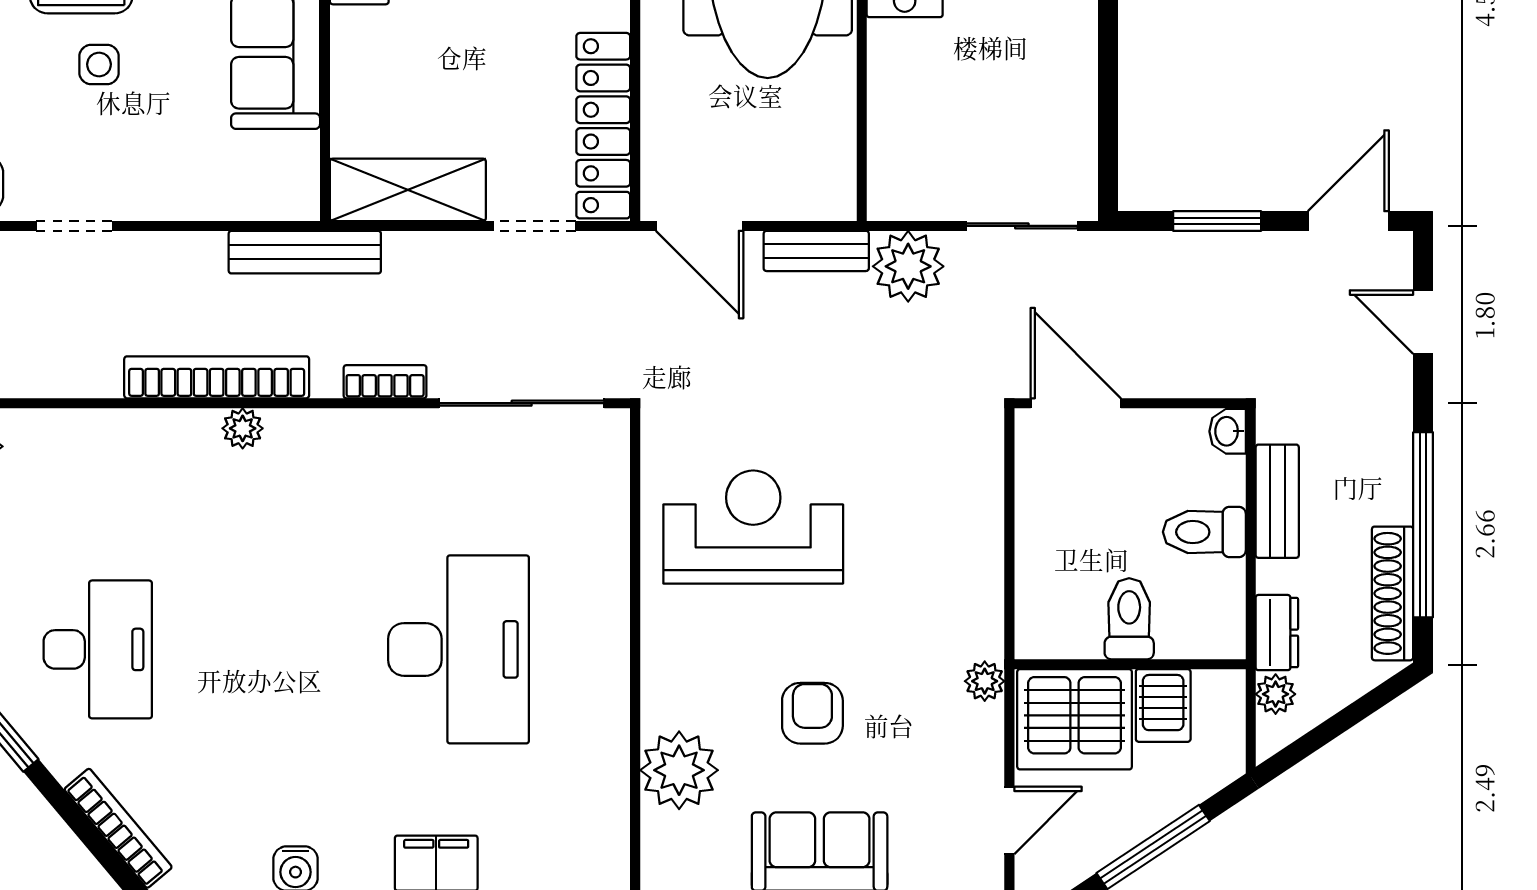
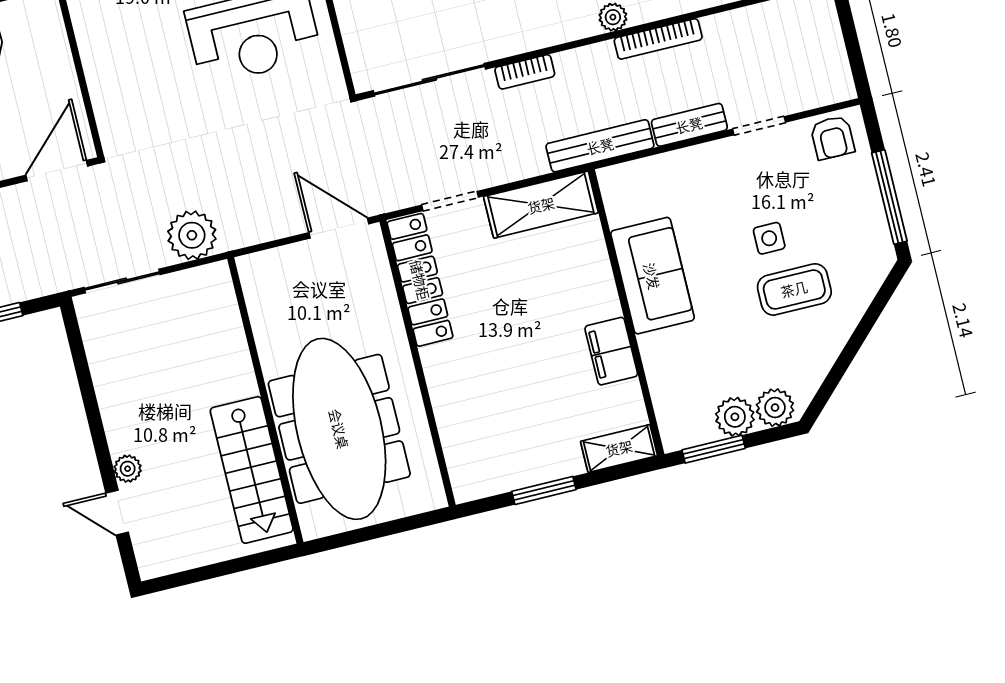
bench: (816, 251) -> (689, 125), moved
bookcase: (217, 377) -> (658, 39), width x0.68, depth x0.76
door: (1076, 403) -> (57, 171), swing flipped

